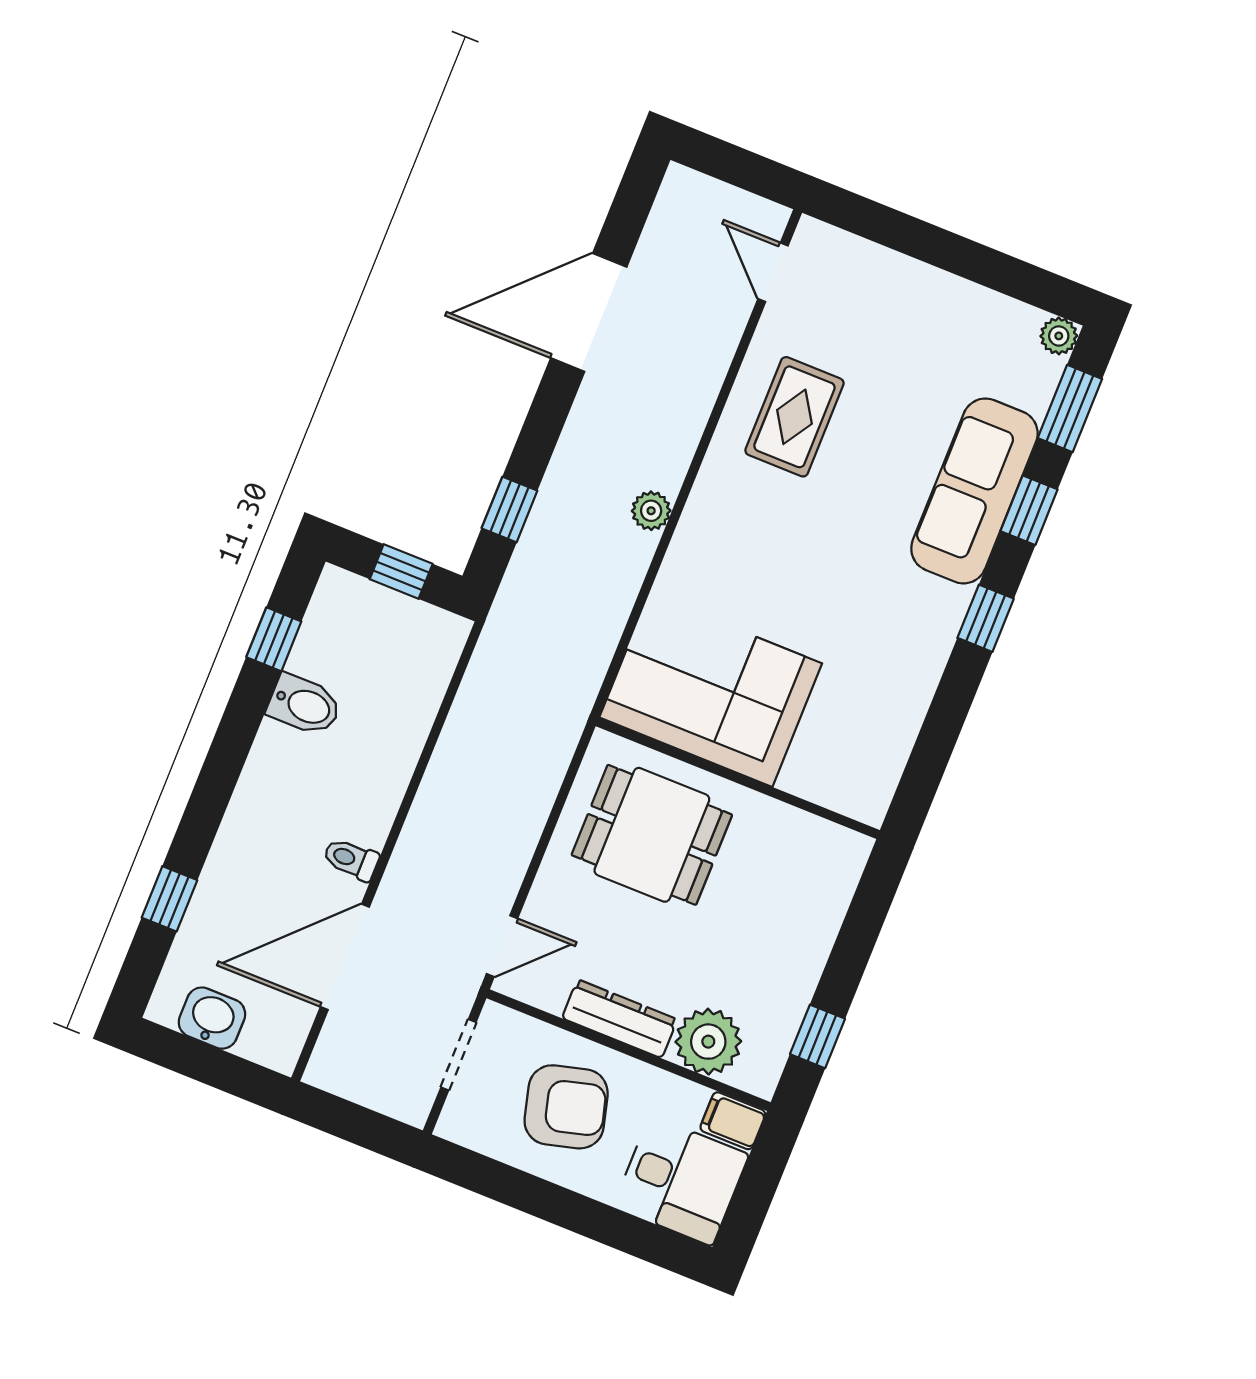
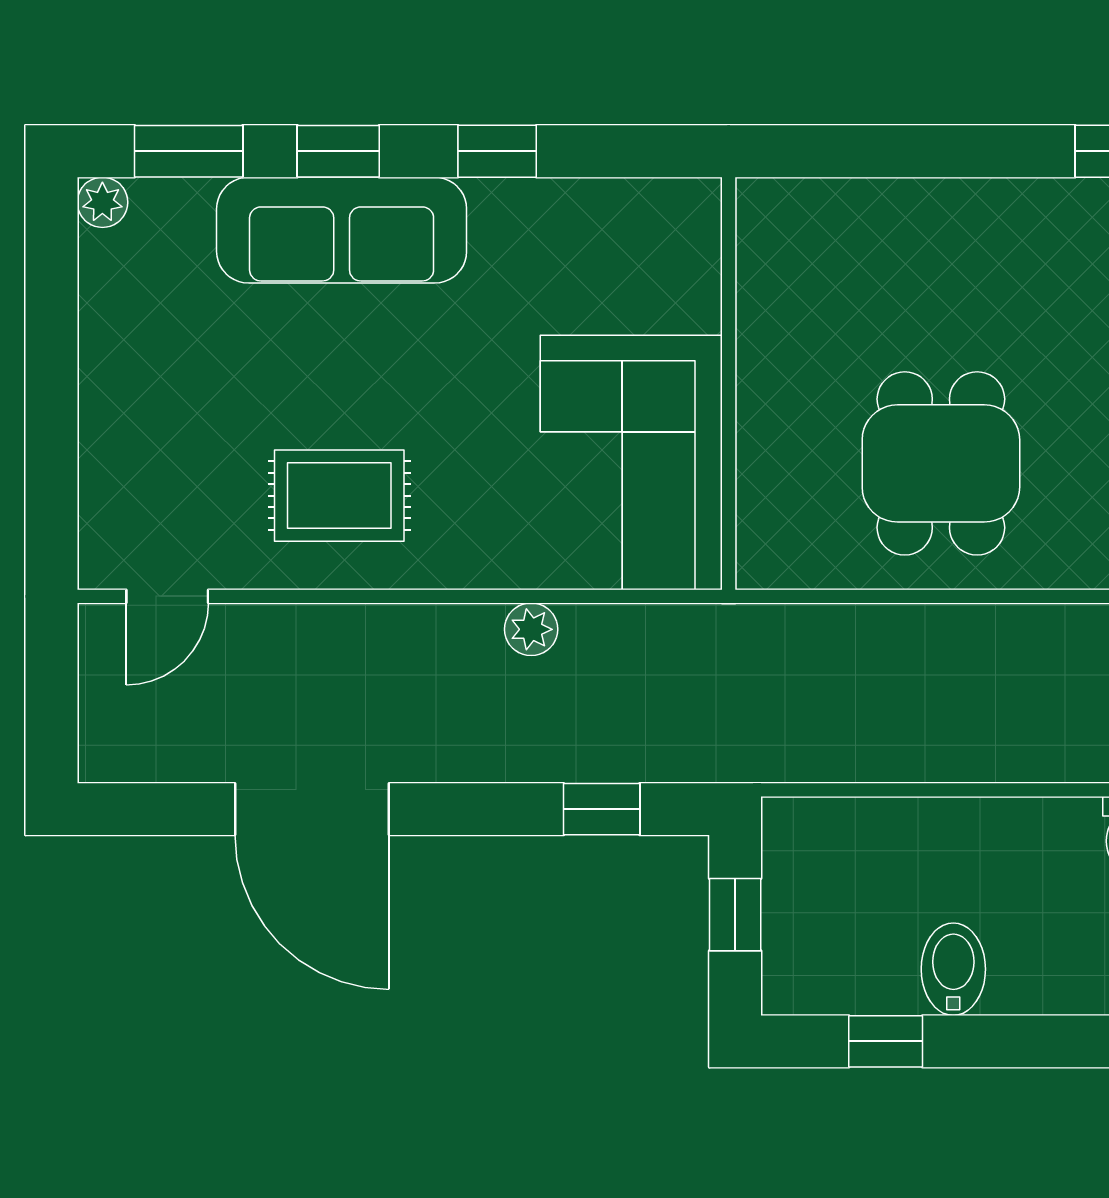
corner sofa: (711, 690) -> (631, 462), moved
wall: (738, 778) -> (729, 383), moved

